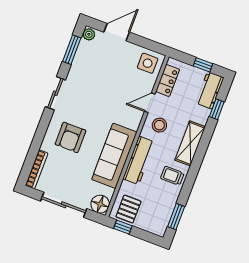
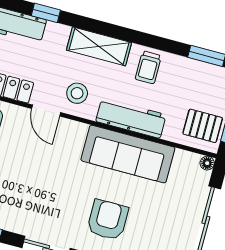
armchair: (70, 137) -> (108, 220), turned -90
floor lamp: (100, 204) -> (207, 163), width x0.53, depth x0.53

